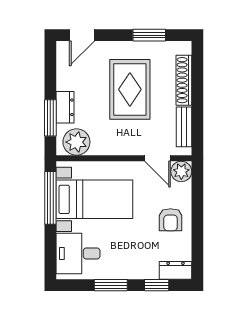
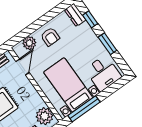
plant: (181, 171) -> (29, 43), moved
armchair: (171, 220) -> (50, 37), turned 90

